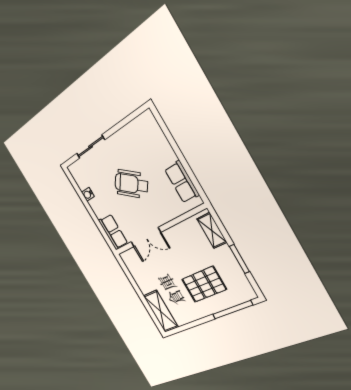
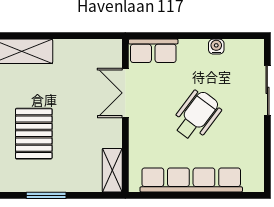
row of seats: (182, 182) -> (191, 180), width x2.02
shelving: (212, 231) -> (112, 170), moved, turned 90

